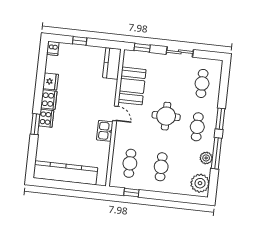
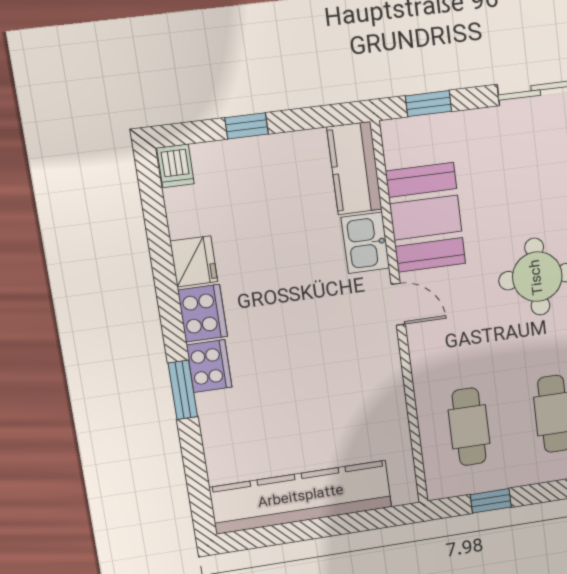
kitchen sink: (105, 131) -> (365, 243), moved

